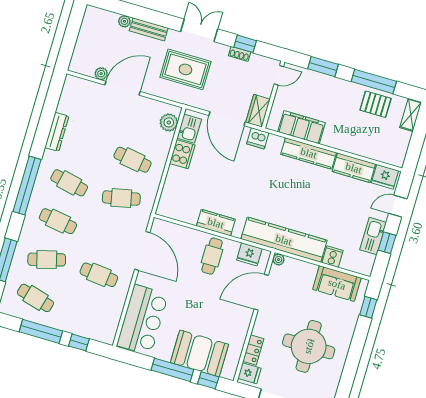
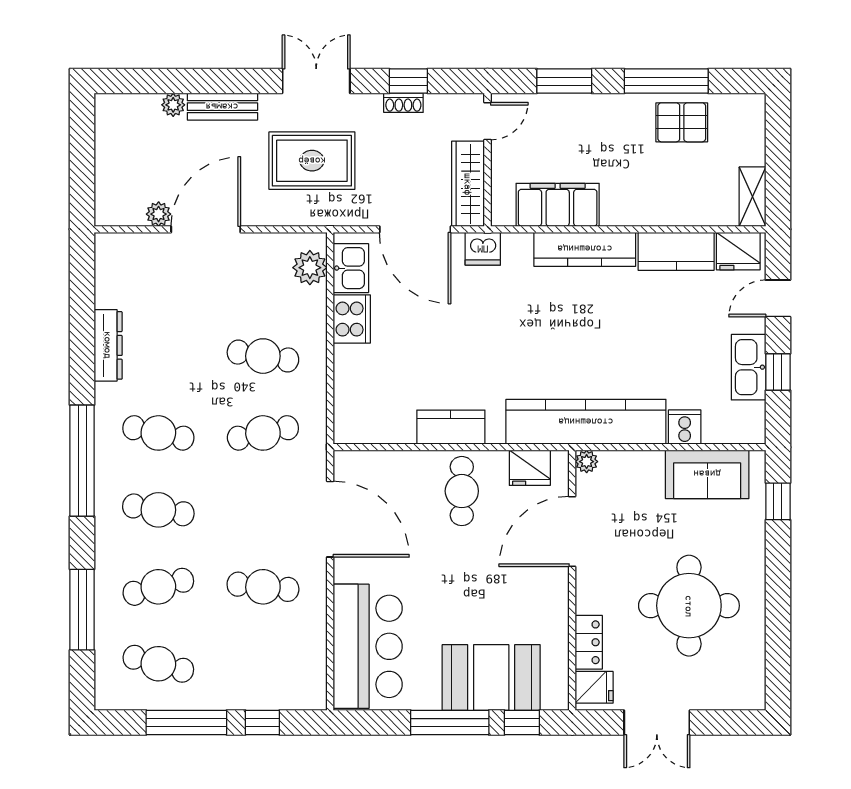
wardrobe: (258, 111) -> (468, 184), width x1.50
shelving: (411, 115) -> (753, 197), moved

